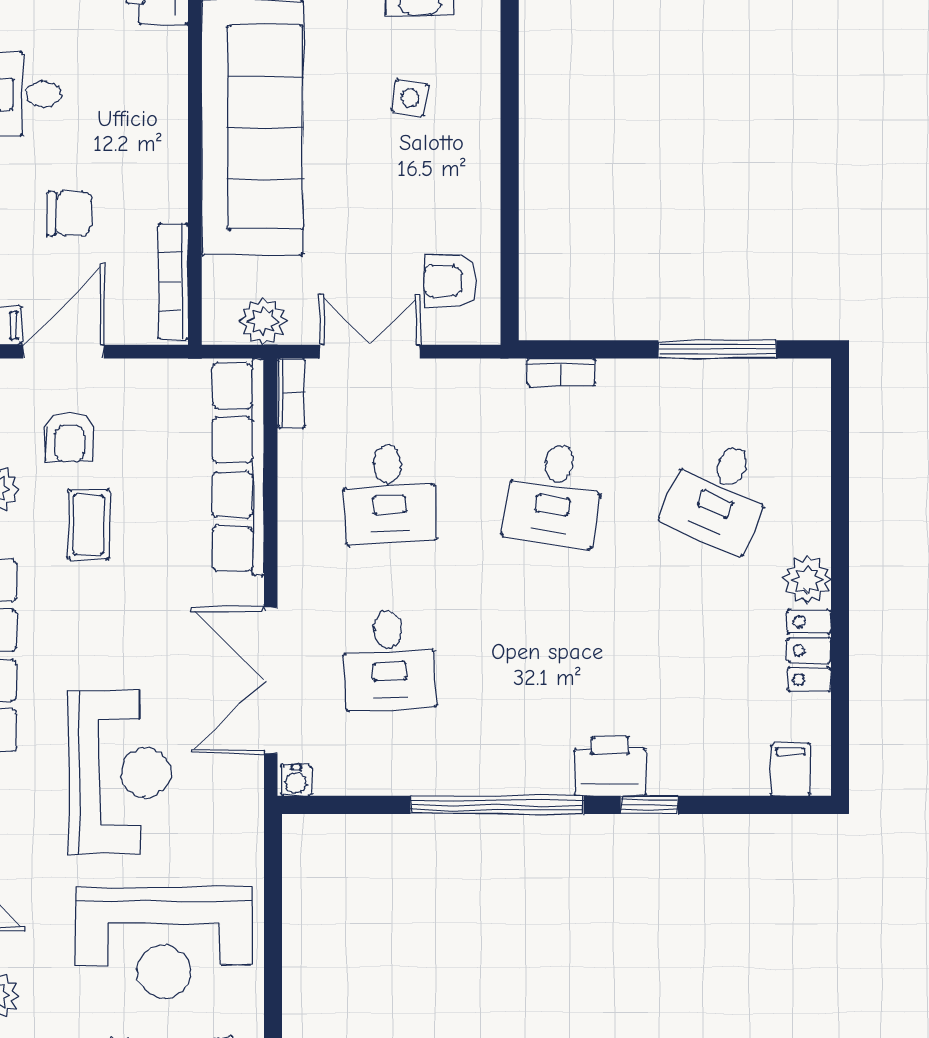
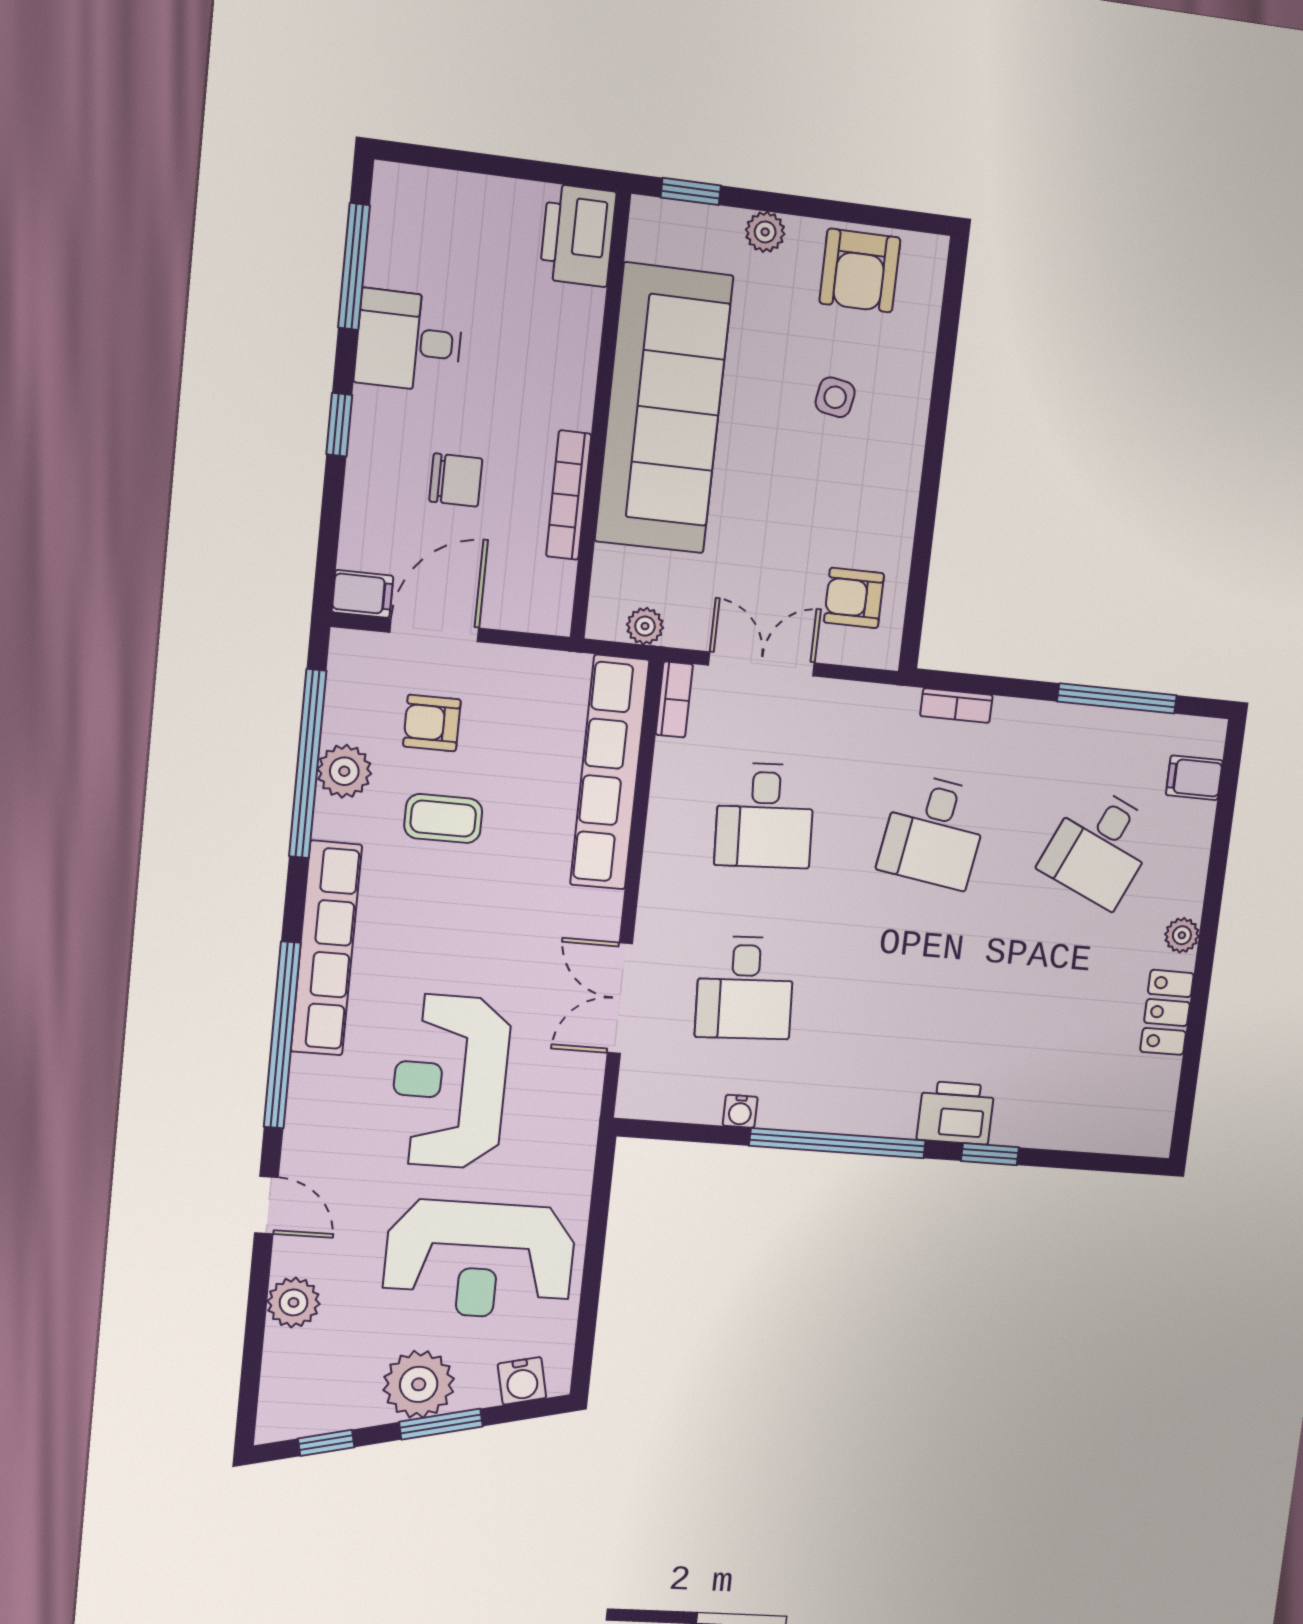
bookcase: (173, 281) -> (569, 495), moved
plant: (263, 321) -> (645, 626), width x0.73, depth x0.73
armchair: (70, 437) -> (432, 723), turned 90
coffee table: (89, 525) -> (443, 819), turned 90
plant: (807, 579) -> (1182, 935), width x0.73, depth x0.73
double door: (271, 680) -> (620, 998), width x0.73
filing cabinet: (791, 770) -> (1194, 778), moved, turned -90
reception desk: (119, 773) -> (450, 1082), turned 180
water cooler: (296, 781) -> (740, 1111), moved

